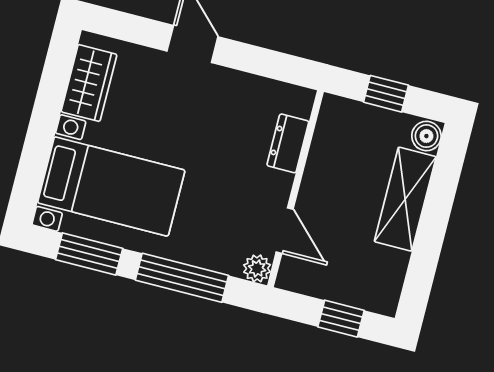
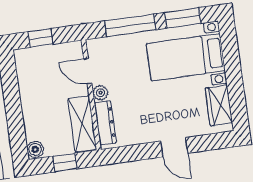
dresser: (288, 143) -> (105, 123), width x1.44
shelving: (405, 199) -> (82, 124), moved
plant: (257, 268) -> (100, 93), moved

